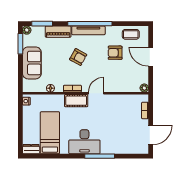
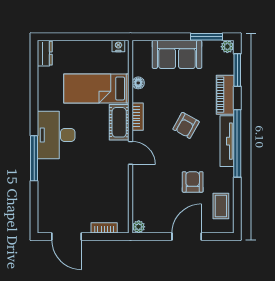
bed: (50, 133) -> (96, 88), moved, turned 180

